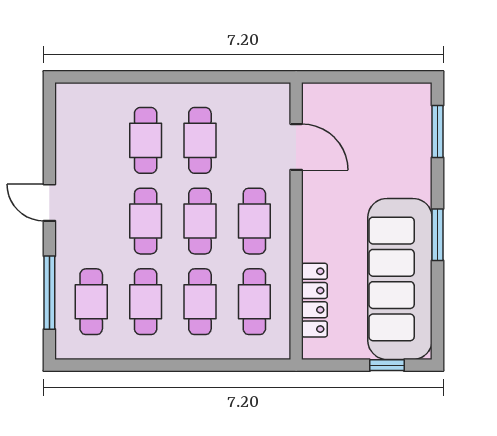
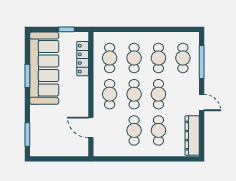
dresser: (71, 129) -> (192, 136), added
window: (437, 235) -> (27, 76), moved
window: (387, 365) -> (67, 29), moved

